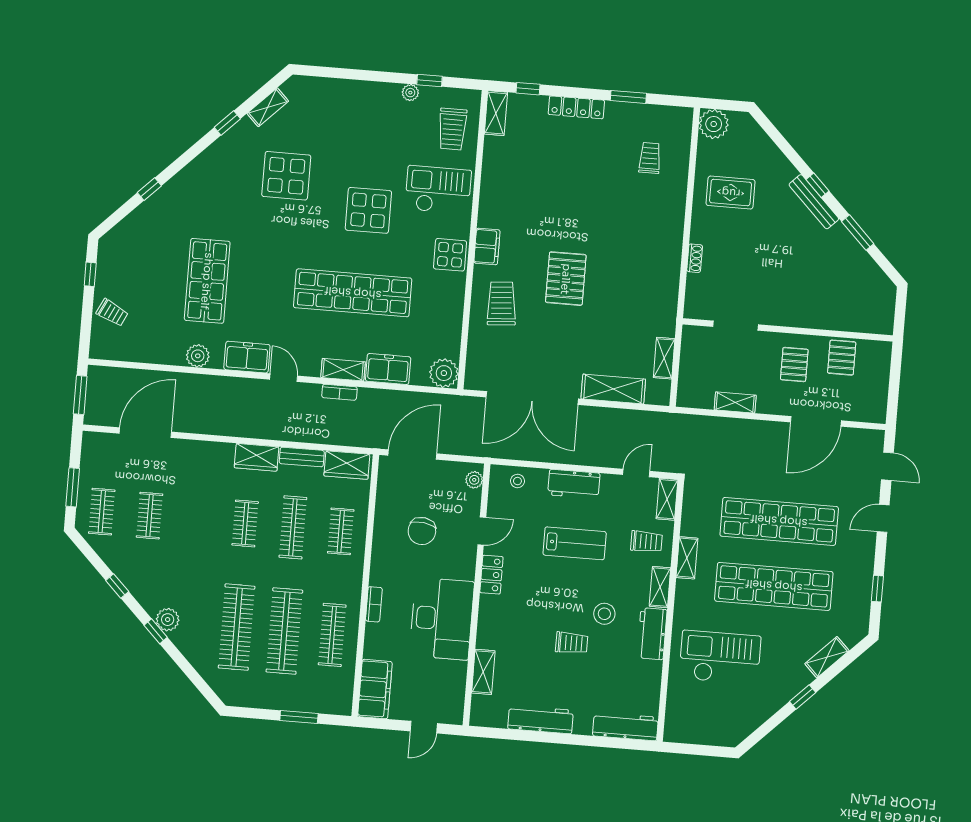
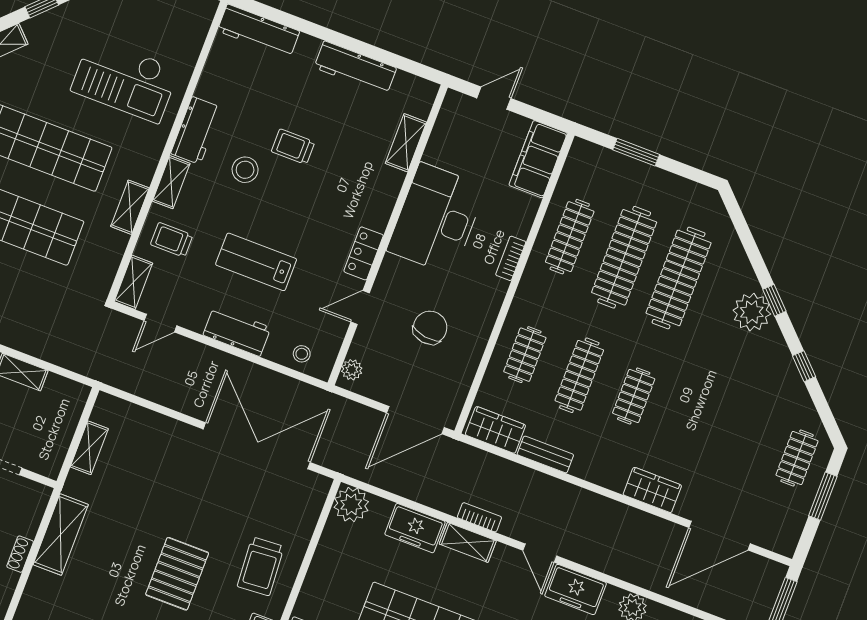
shelving: (613, 389) -> (61, 535), moved, turned 90
wardrobe: (257, 457) -> (652, 490), moved
clothes rail: (150, 516) -> (743, 437), removed
plant: (168, 620) -> (752, 312), width x1.36, depth x1.36

